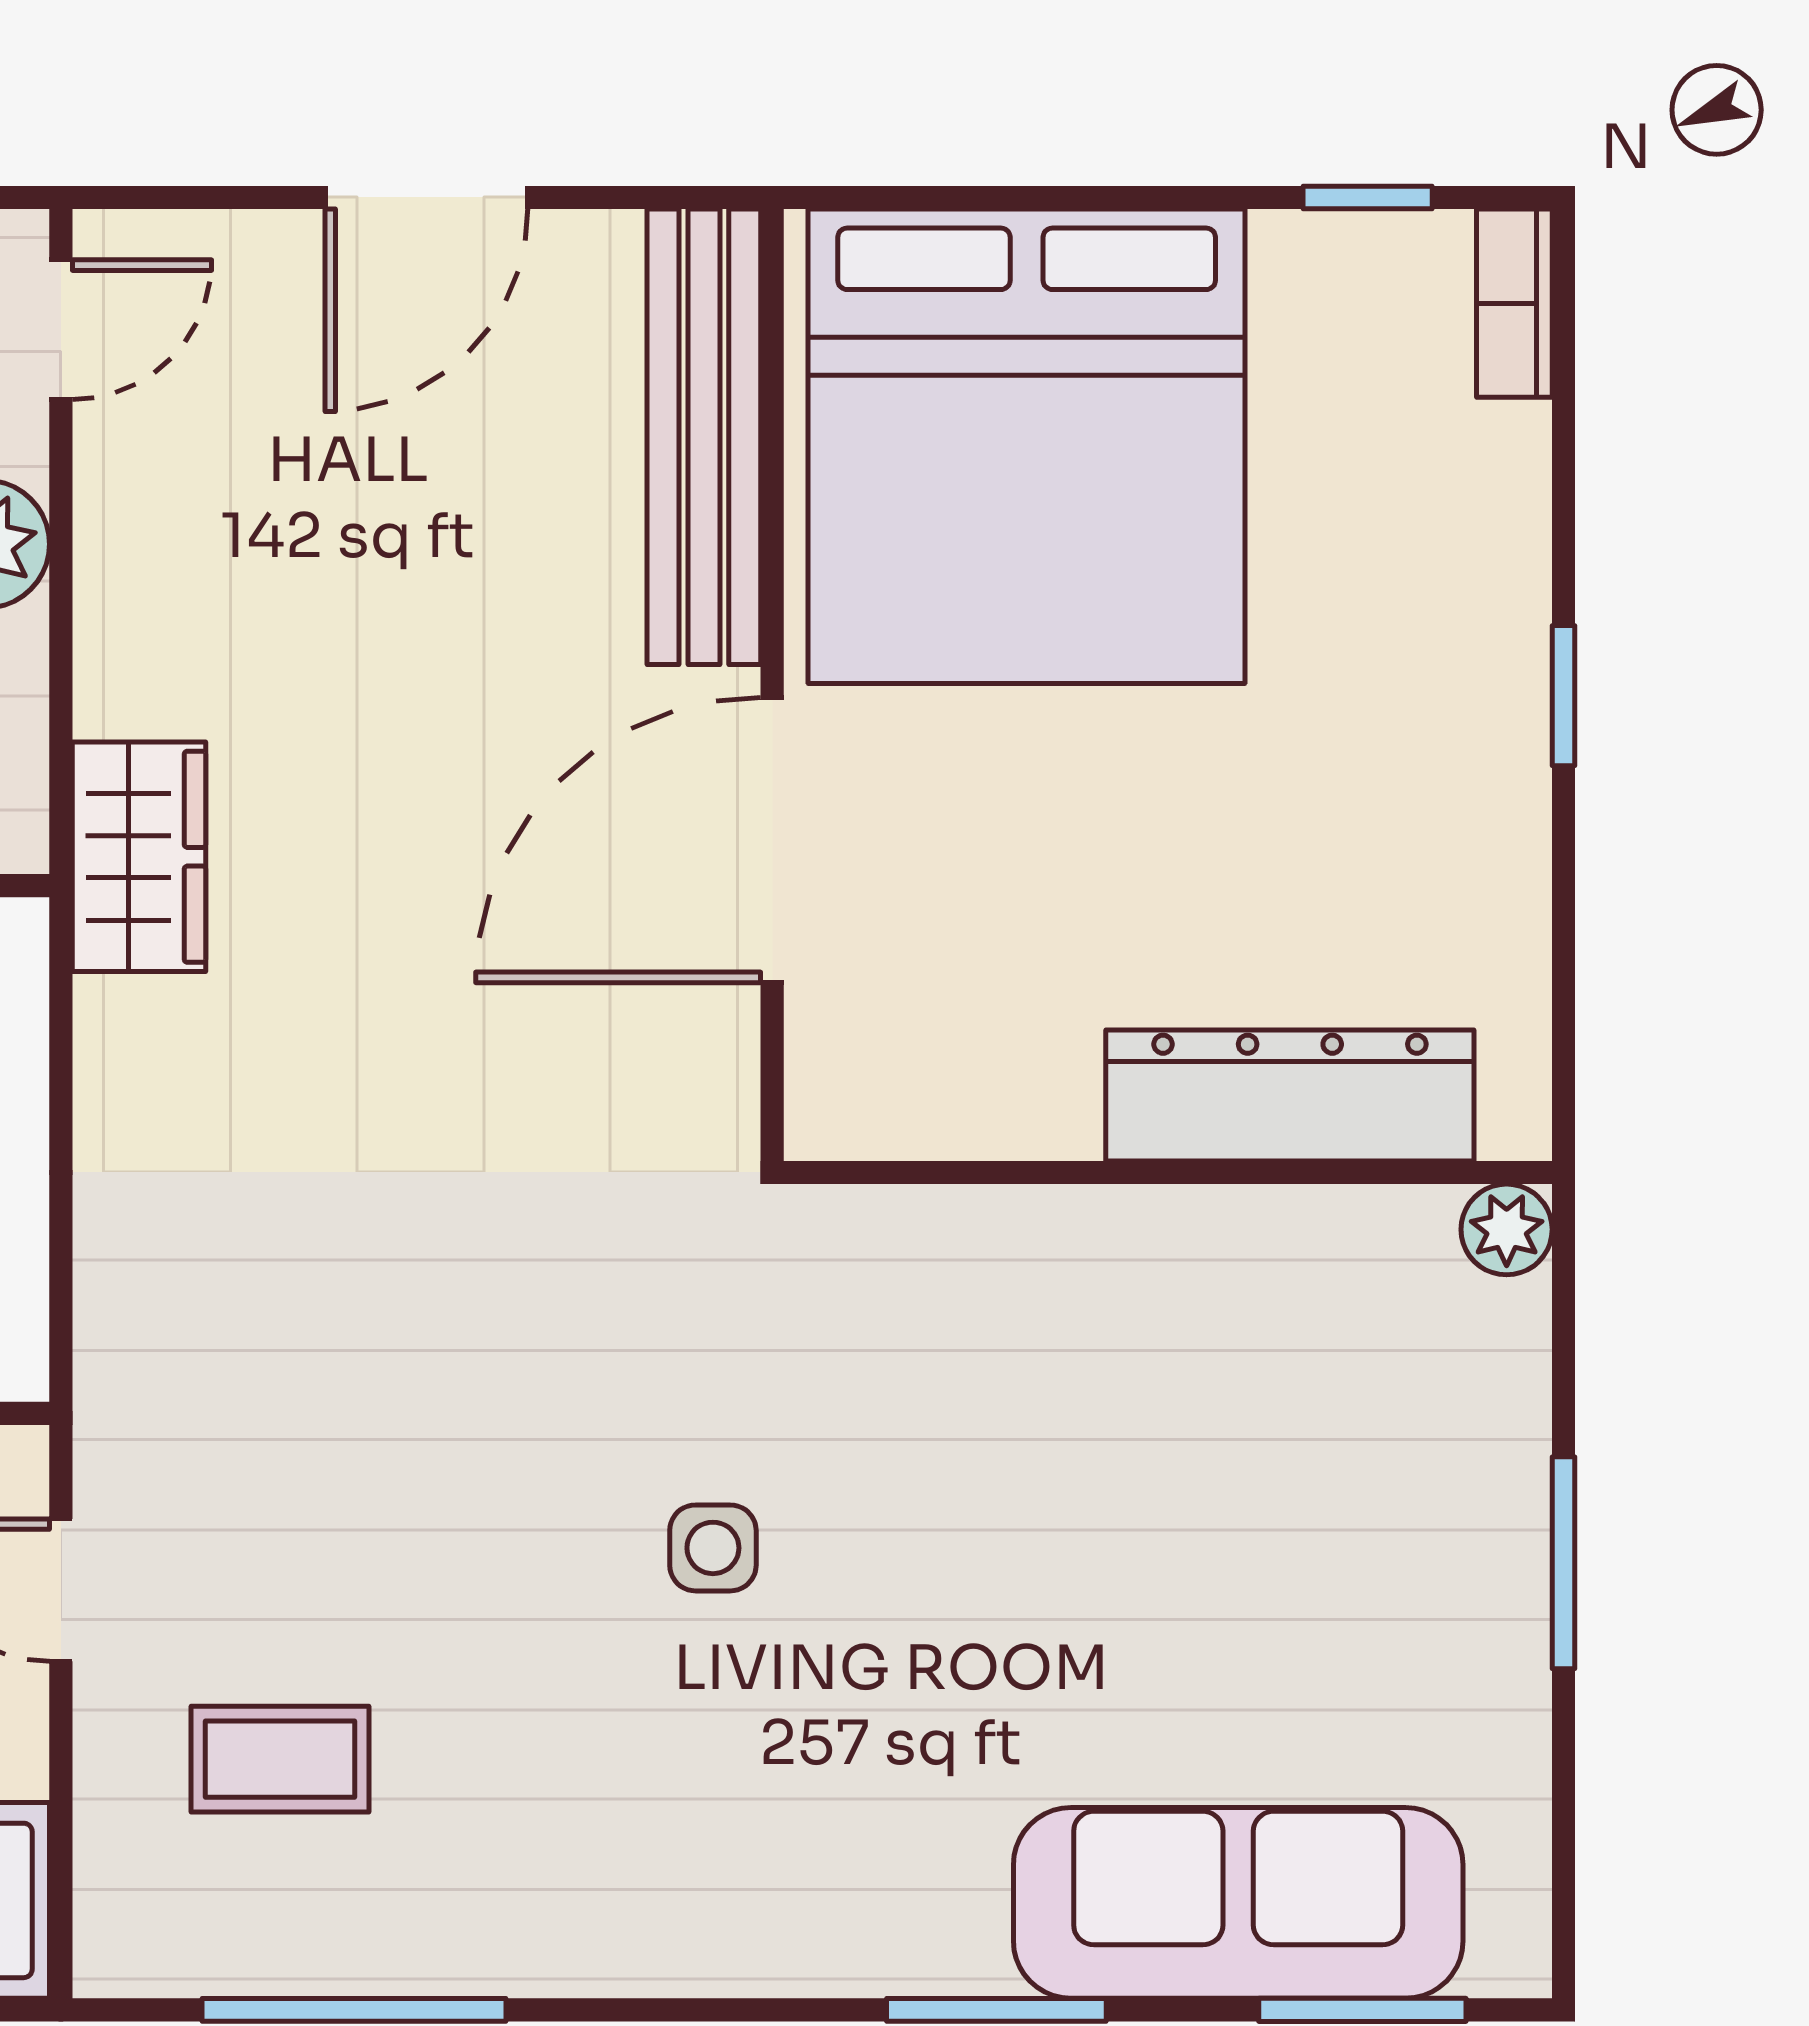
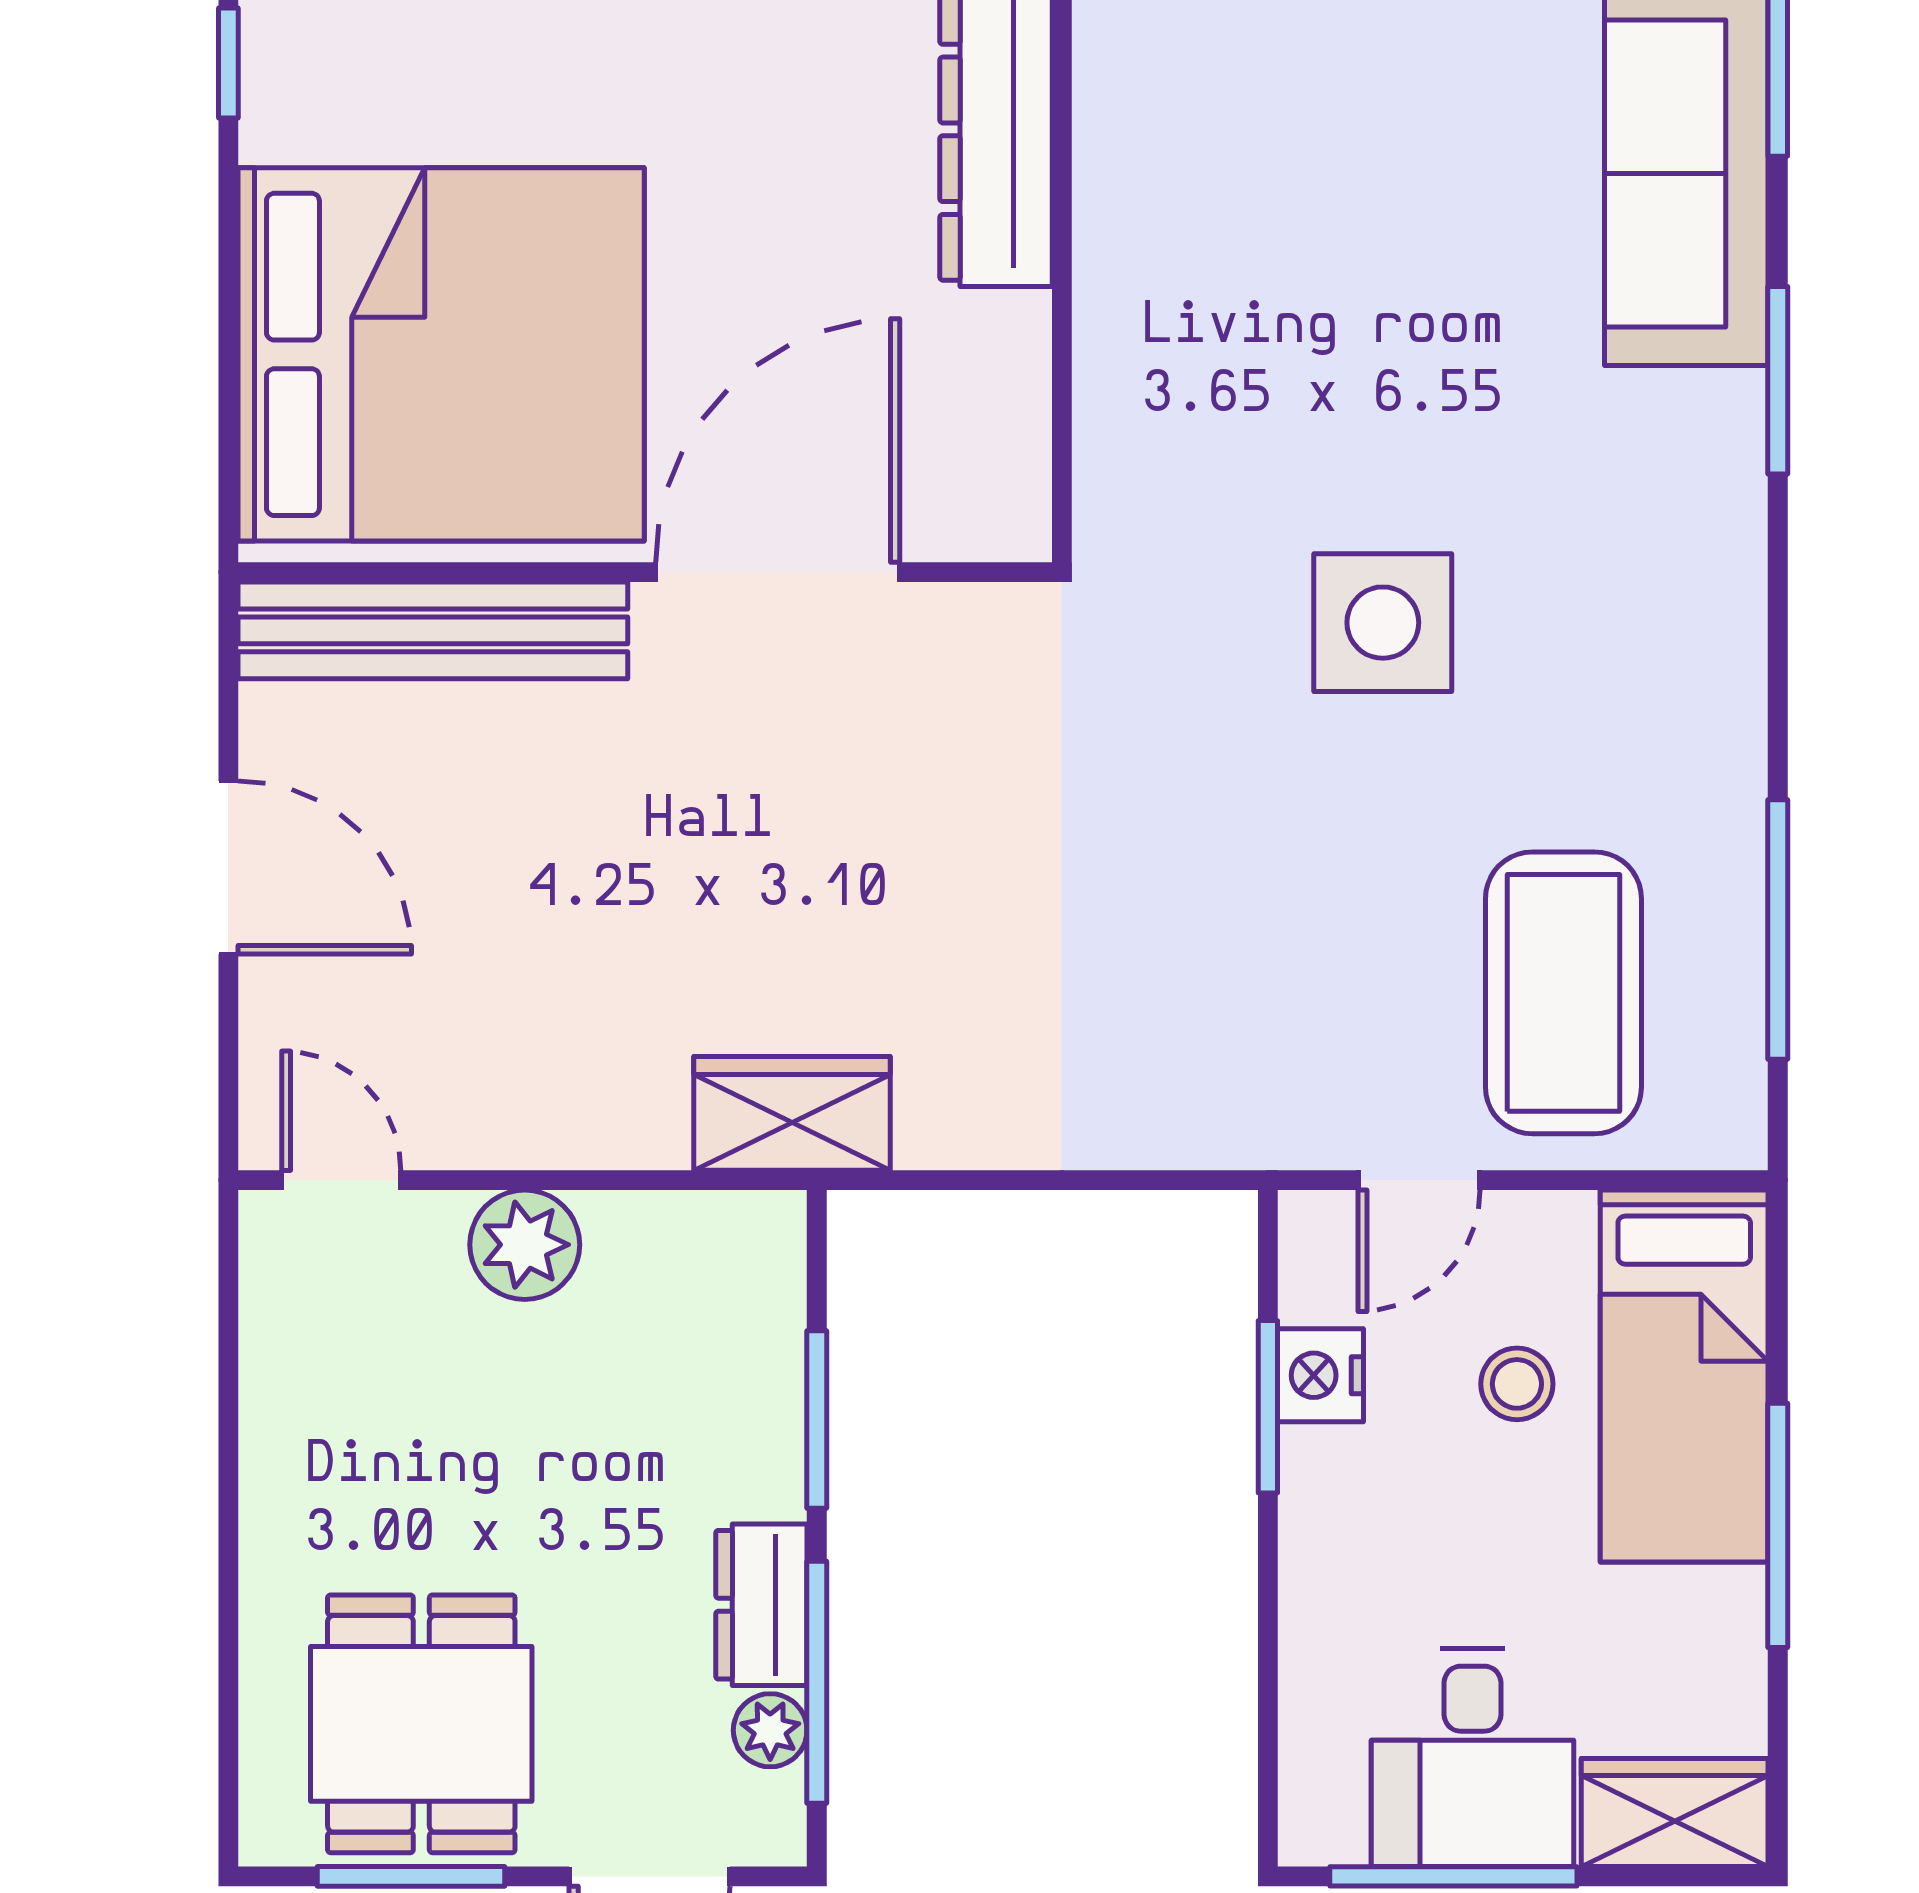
door: (772, 840) -> (778, 572), swing flipped
side table: (713, 1548) -> (1383, 623), width x1.87, depth x1.87
coffee table: (280, 1759) -> (1563, 993), width x1.86, depth x1.72

